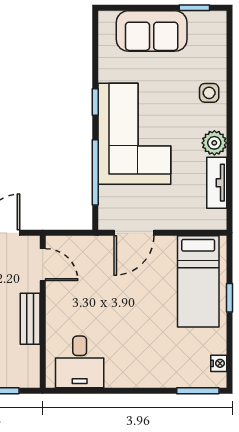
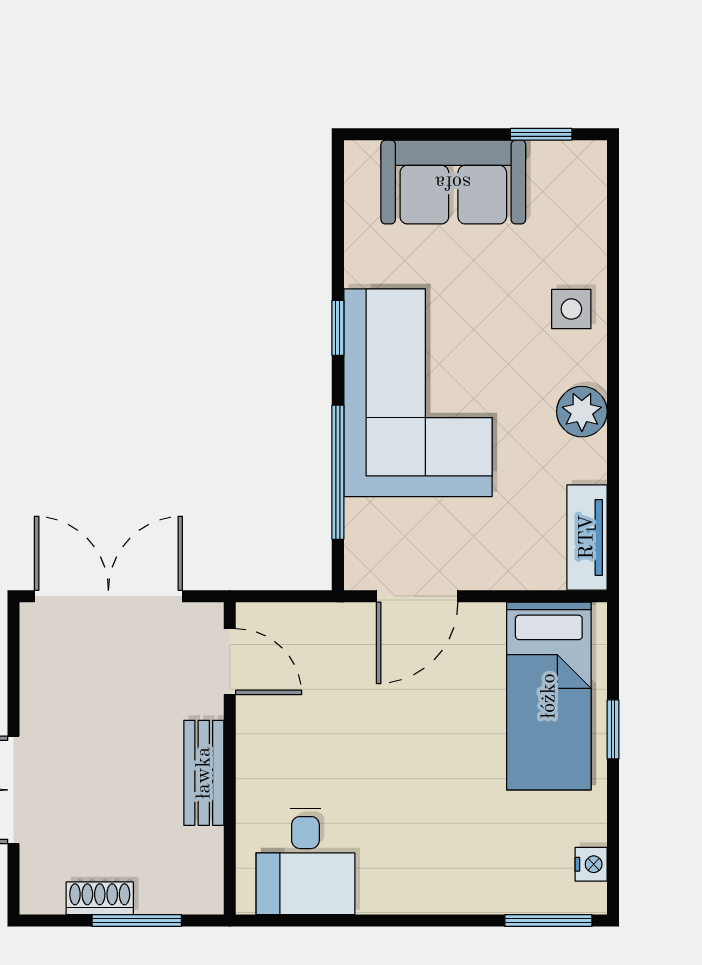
tv unit: (217, 183) -> (587, 537), moved

